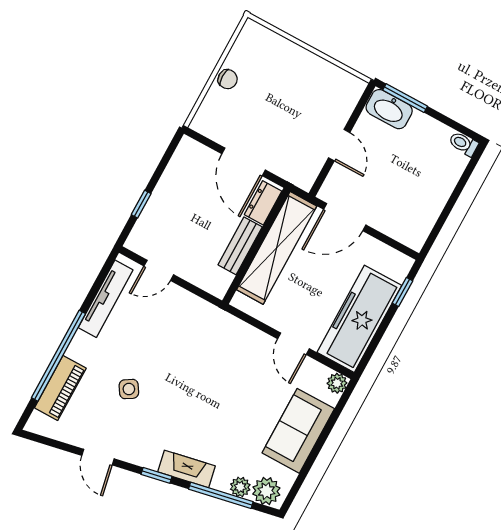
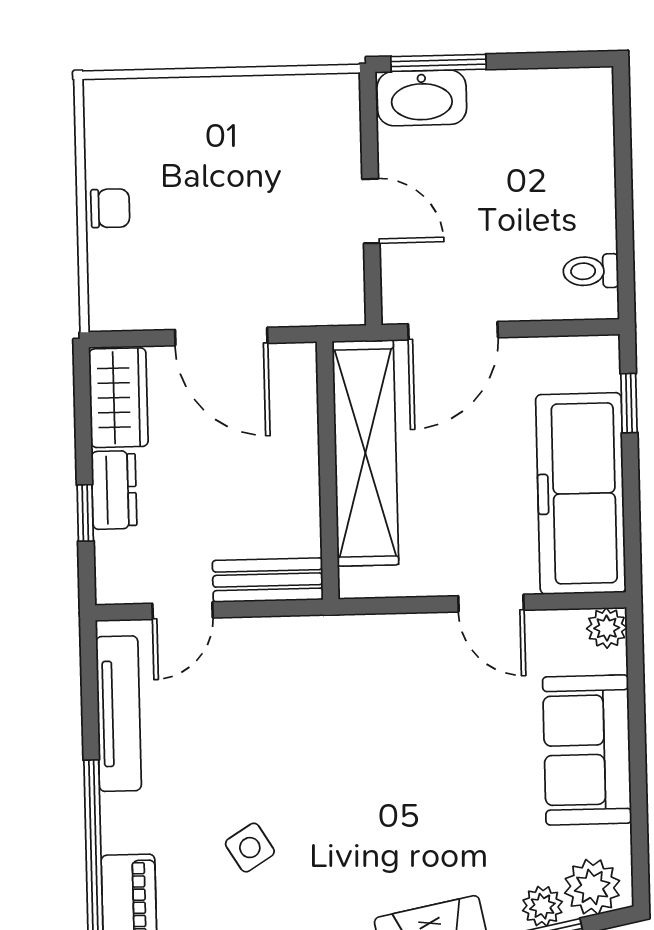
toilet: (463, 144) -> (591, 271), moved
wardrobe: (184, 163) -> (118, 398), added
dresser: (263, 203) -> (114, 490), moved, turned 180
bench: (240, 246) -> (268, 580), moved, turned 90

